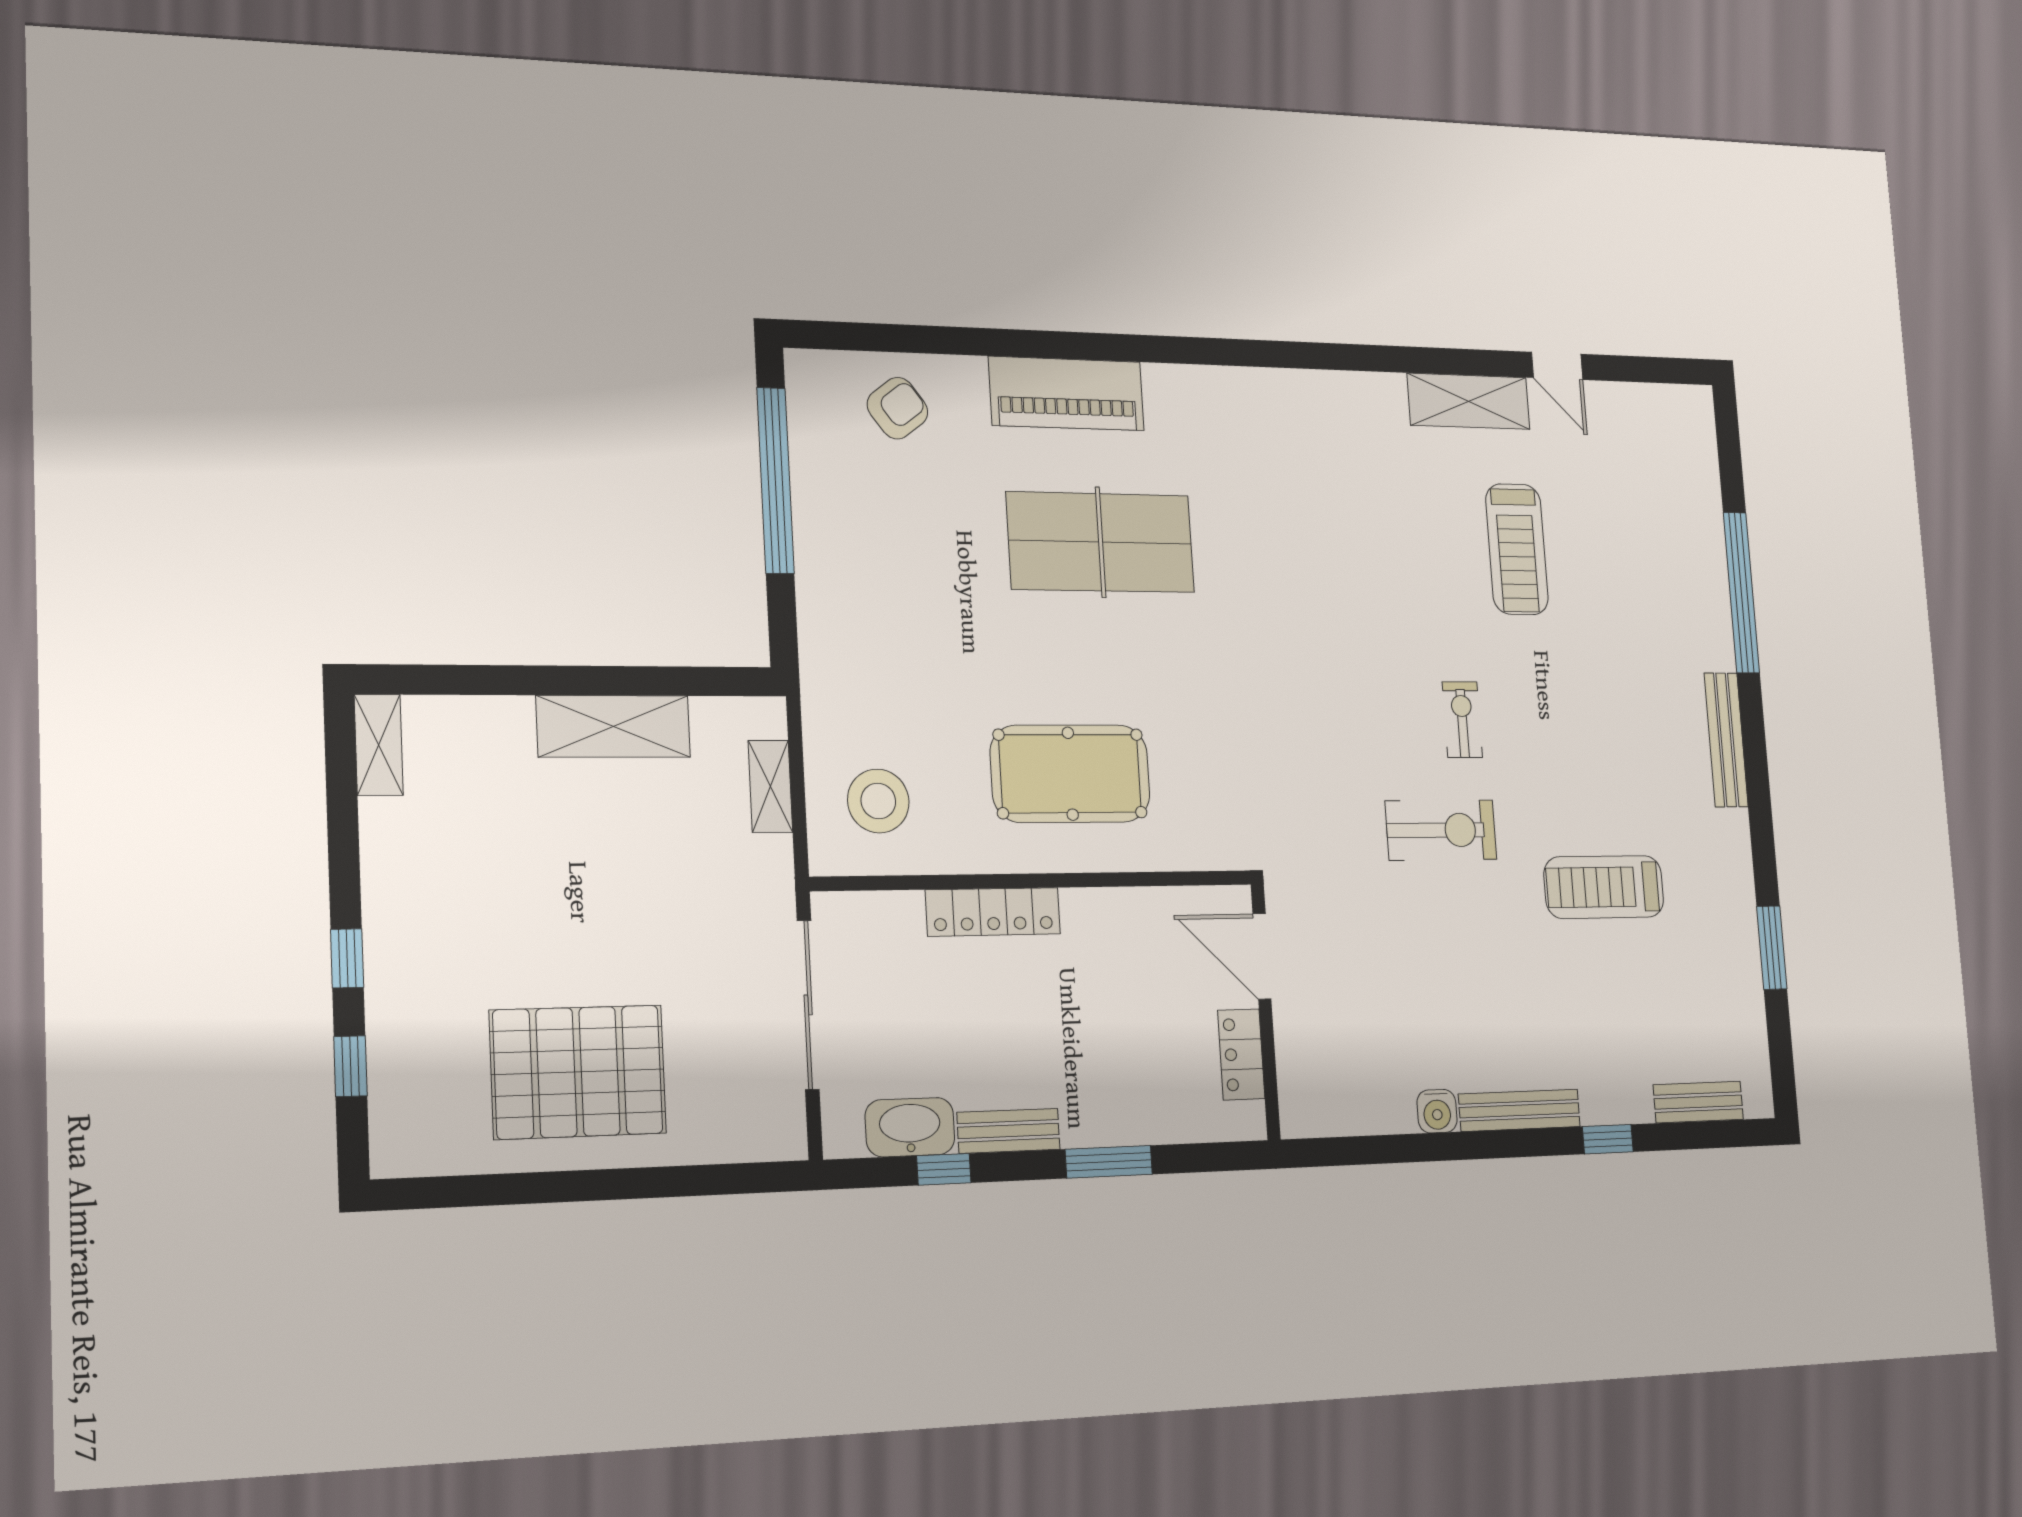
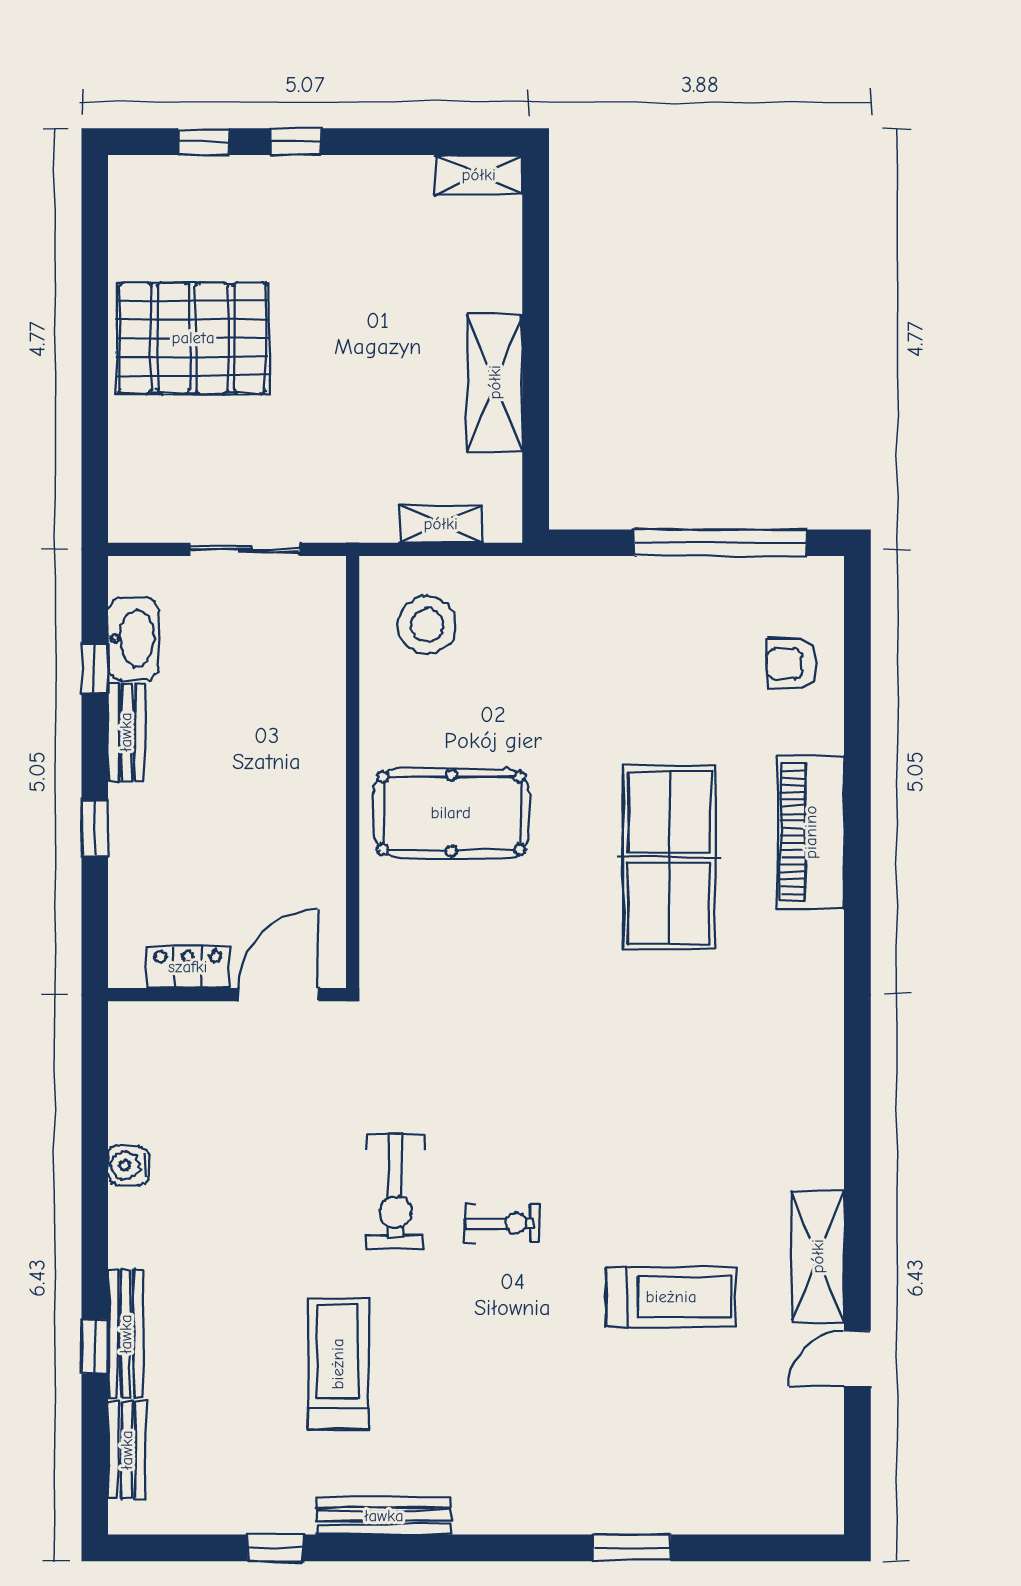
armchair: (897, 408) -> (791, 663), turned 127
treadmill: (1517, 549) -> (671, 1297), turned 180
window: (1741, 592) -> (632, 1548), width x0.47
bench: (1726, 740) -> (384, 1516), moved
pool table: (1070, 774) -> (451, 813), turned 90
locker: (993, 912) -> (325, 729), removed
window: (1772, 948) -> (275, 1548), width x0.67
sliding door: (808, 1005) -> (245, 549), width x0.73
pallet: (578, 1072) -> (193, 338), turned 90
bench: (1519, 1110) -> (126, 1334), moved
window: (1109, 1162) -> (95, 828), width x0.67

